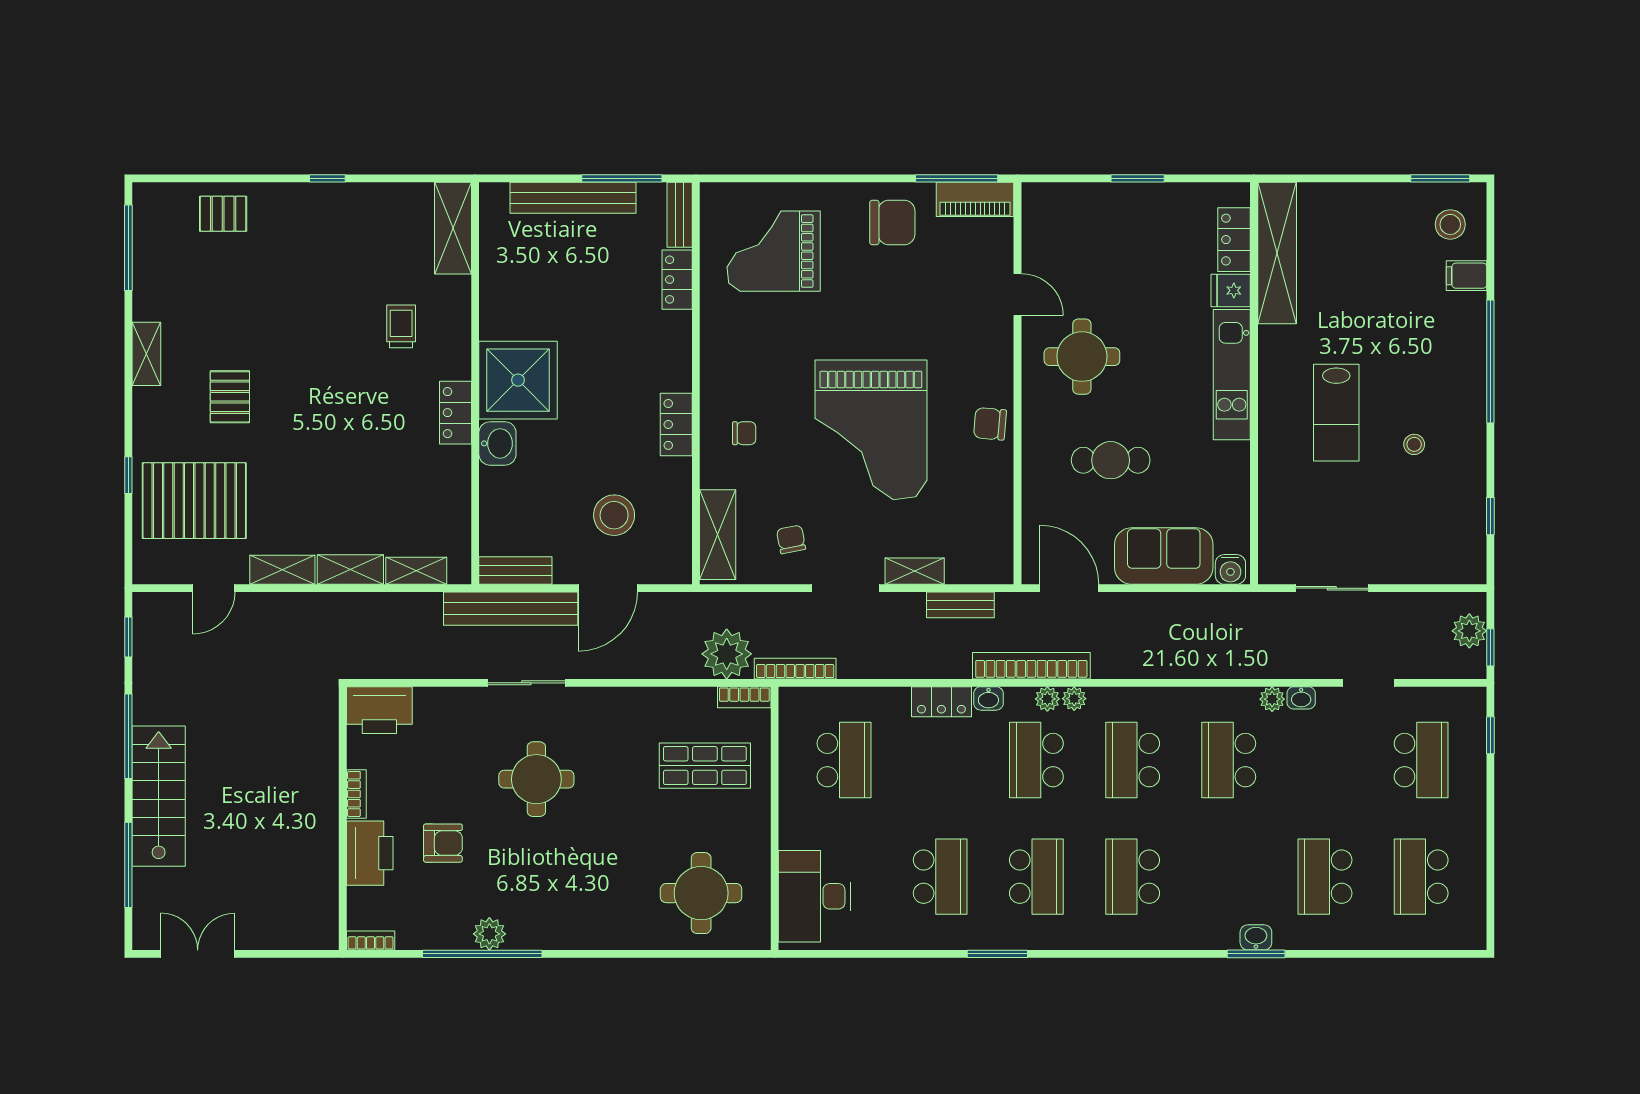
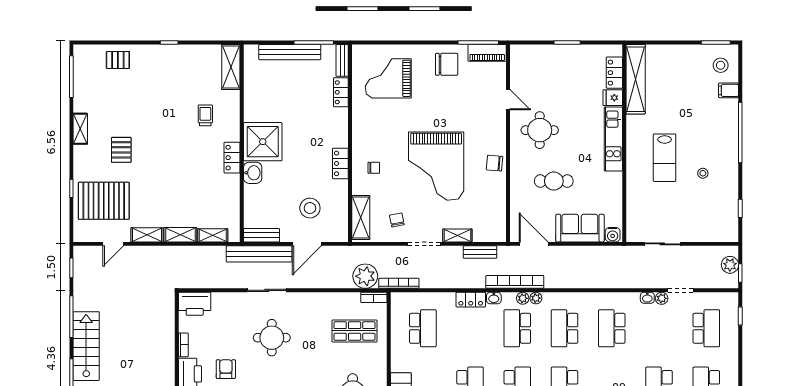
plant: (1272, 699) -> (662, 298), moved
armchair: (443, 843) -> (226, 369), turned -90

